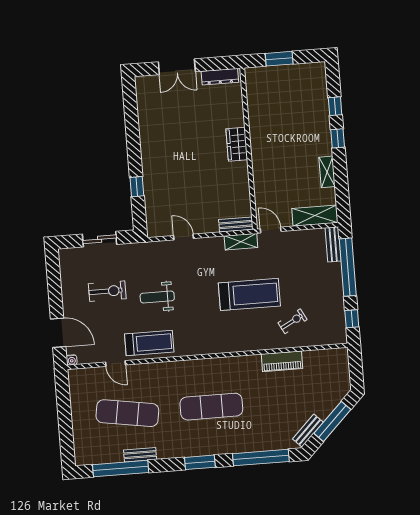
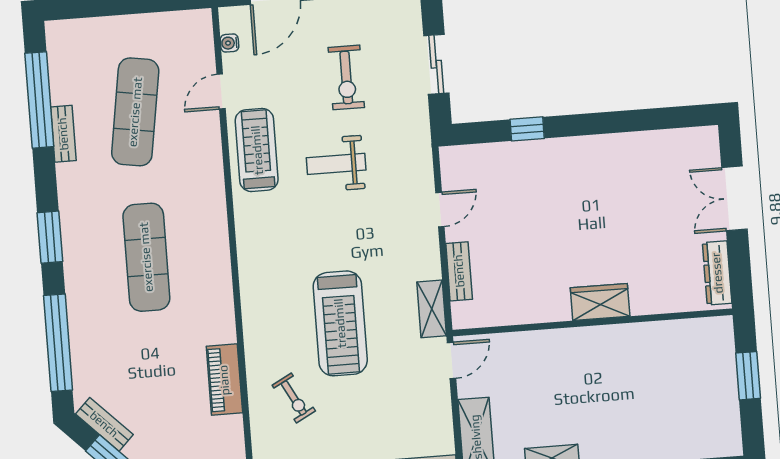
bench: (236, 225) -> (459, 271), moved
weight bench: (157, 297) -> (336, 164), turned -90
treadmill: (149, 343) -> (257, 150), turned 180
water cooler: (72, 360) -> (229, 43), moved

